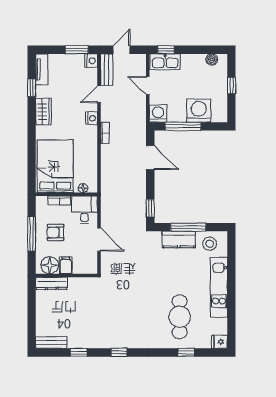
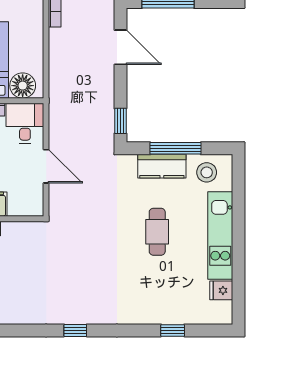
floor lamp: (83, 188) -> (23, 86), width x1.89, depth x1.89
cafe table: (180, 317) -> (157, 232), moved, width x0.73, depth x0.74
fridge: (220, 342) -> (221, 290), moved
window: (79, 352) -> (16, 330), removed

